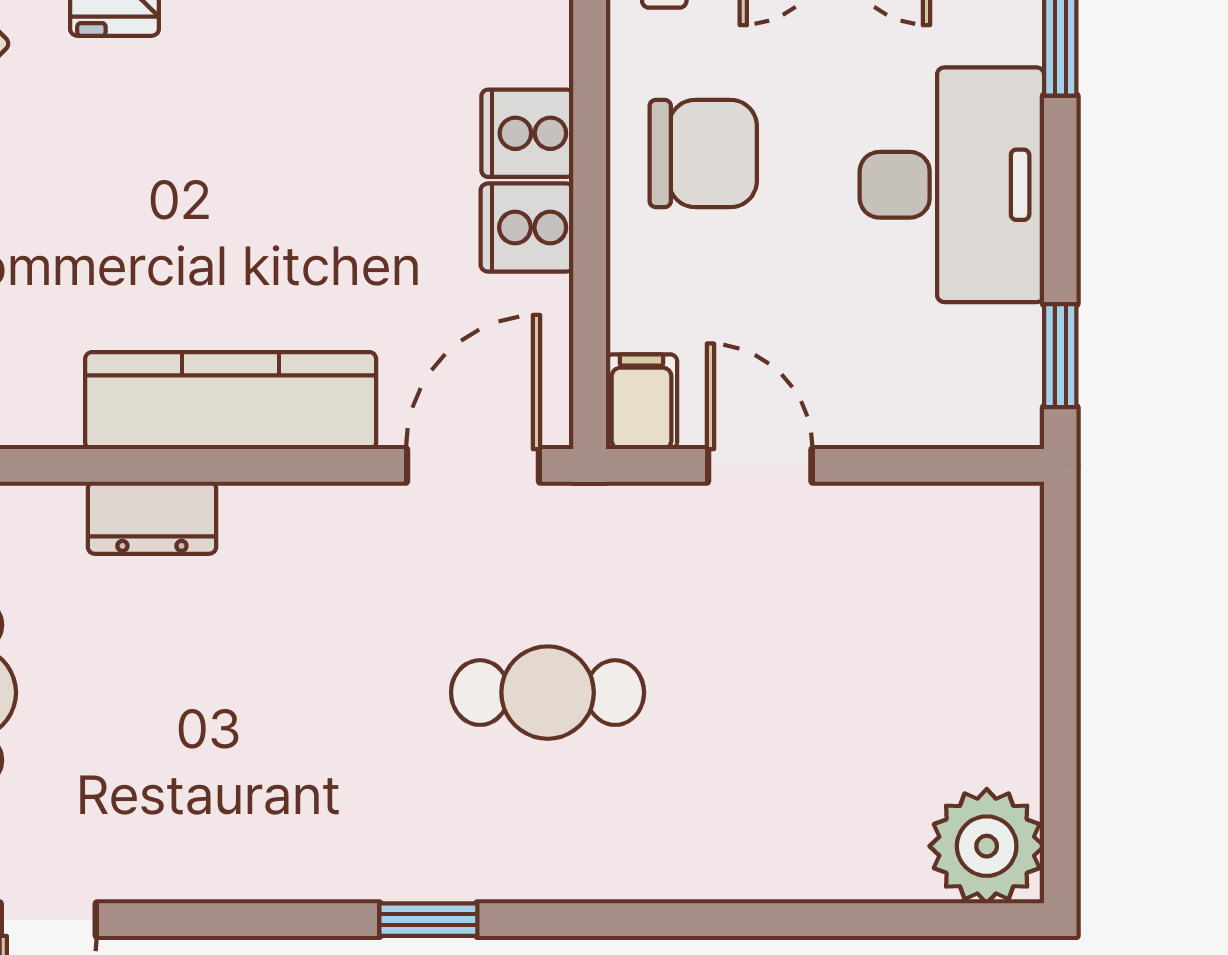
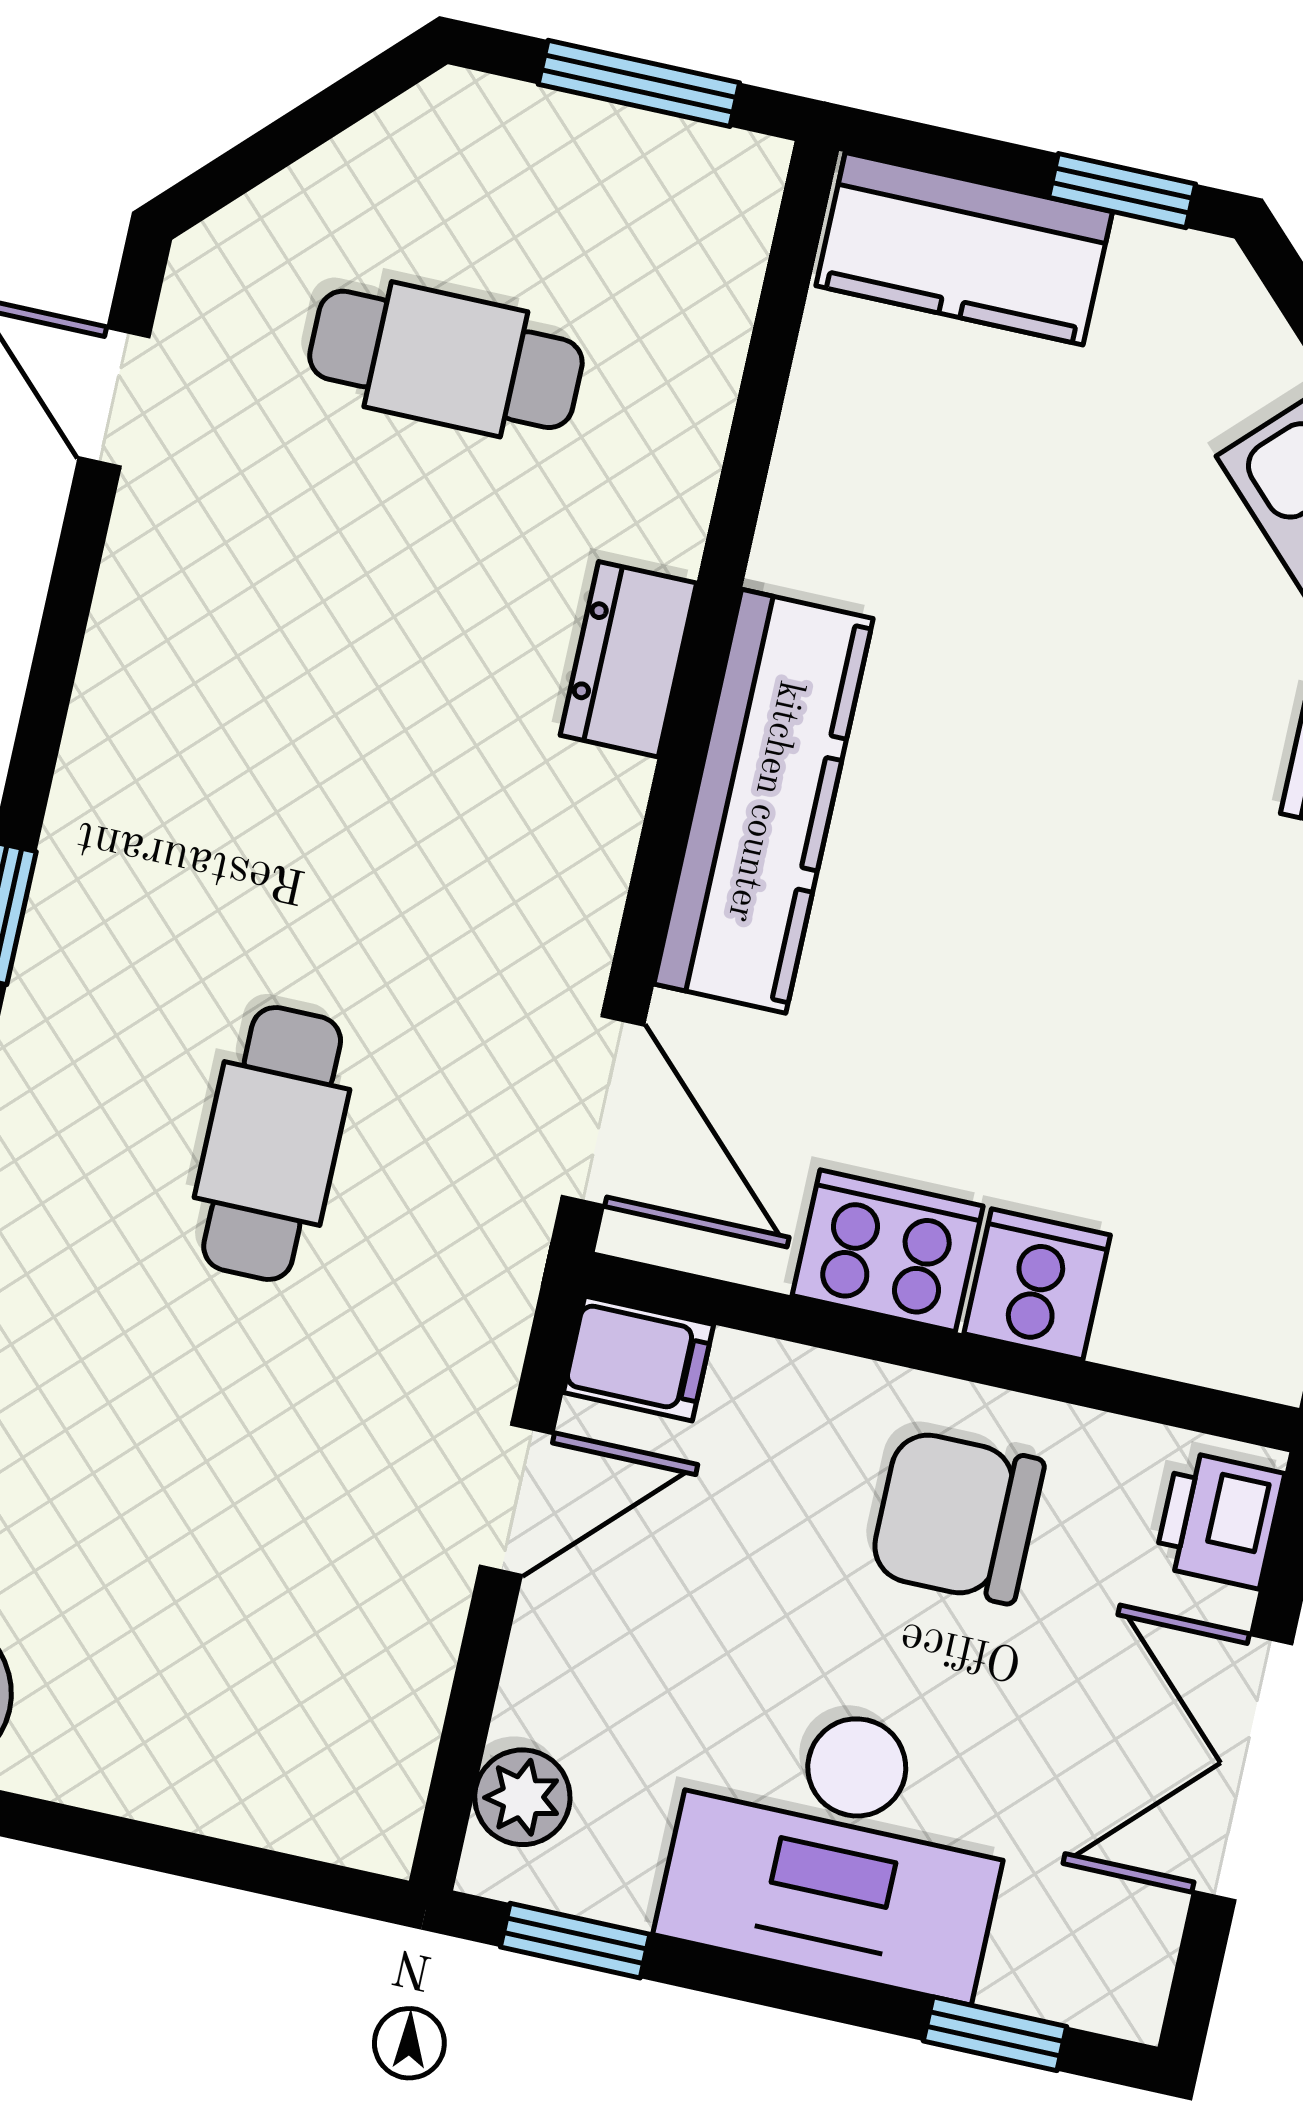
chair: (703, 153) -> (957, 1517), turned 90
cooker: (527, 228) -> (888, 1251), width x1.36
plant: (968, 415) -> (522, 1797), added

